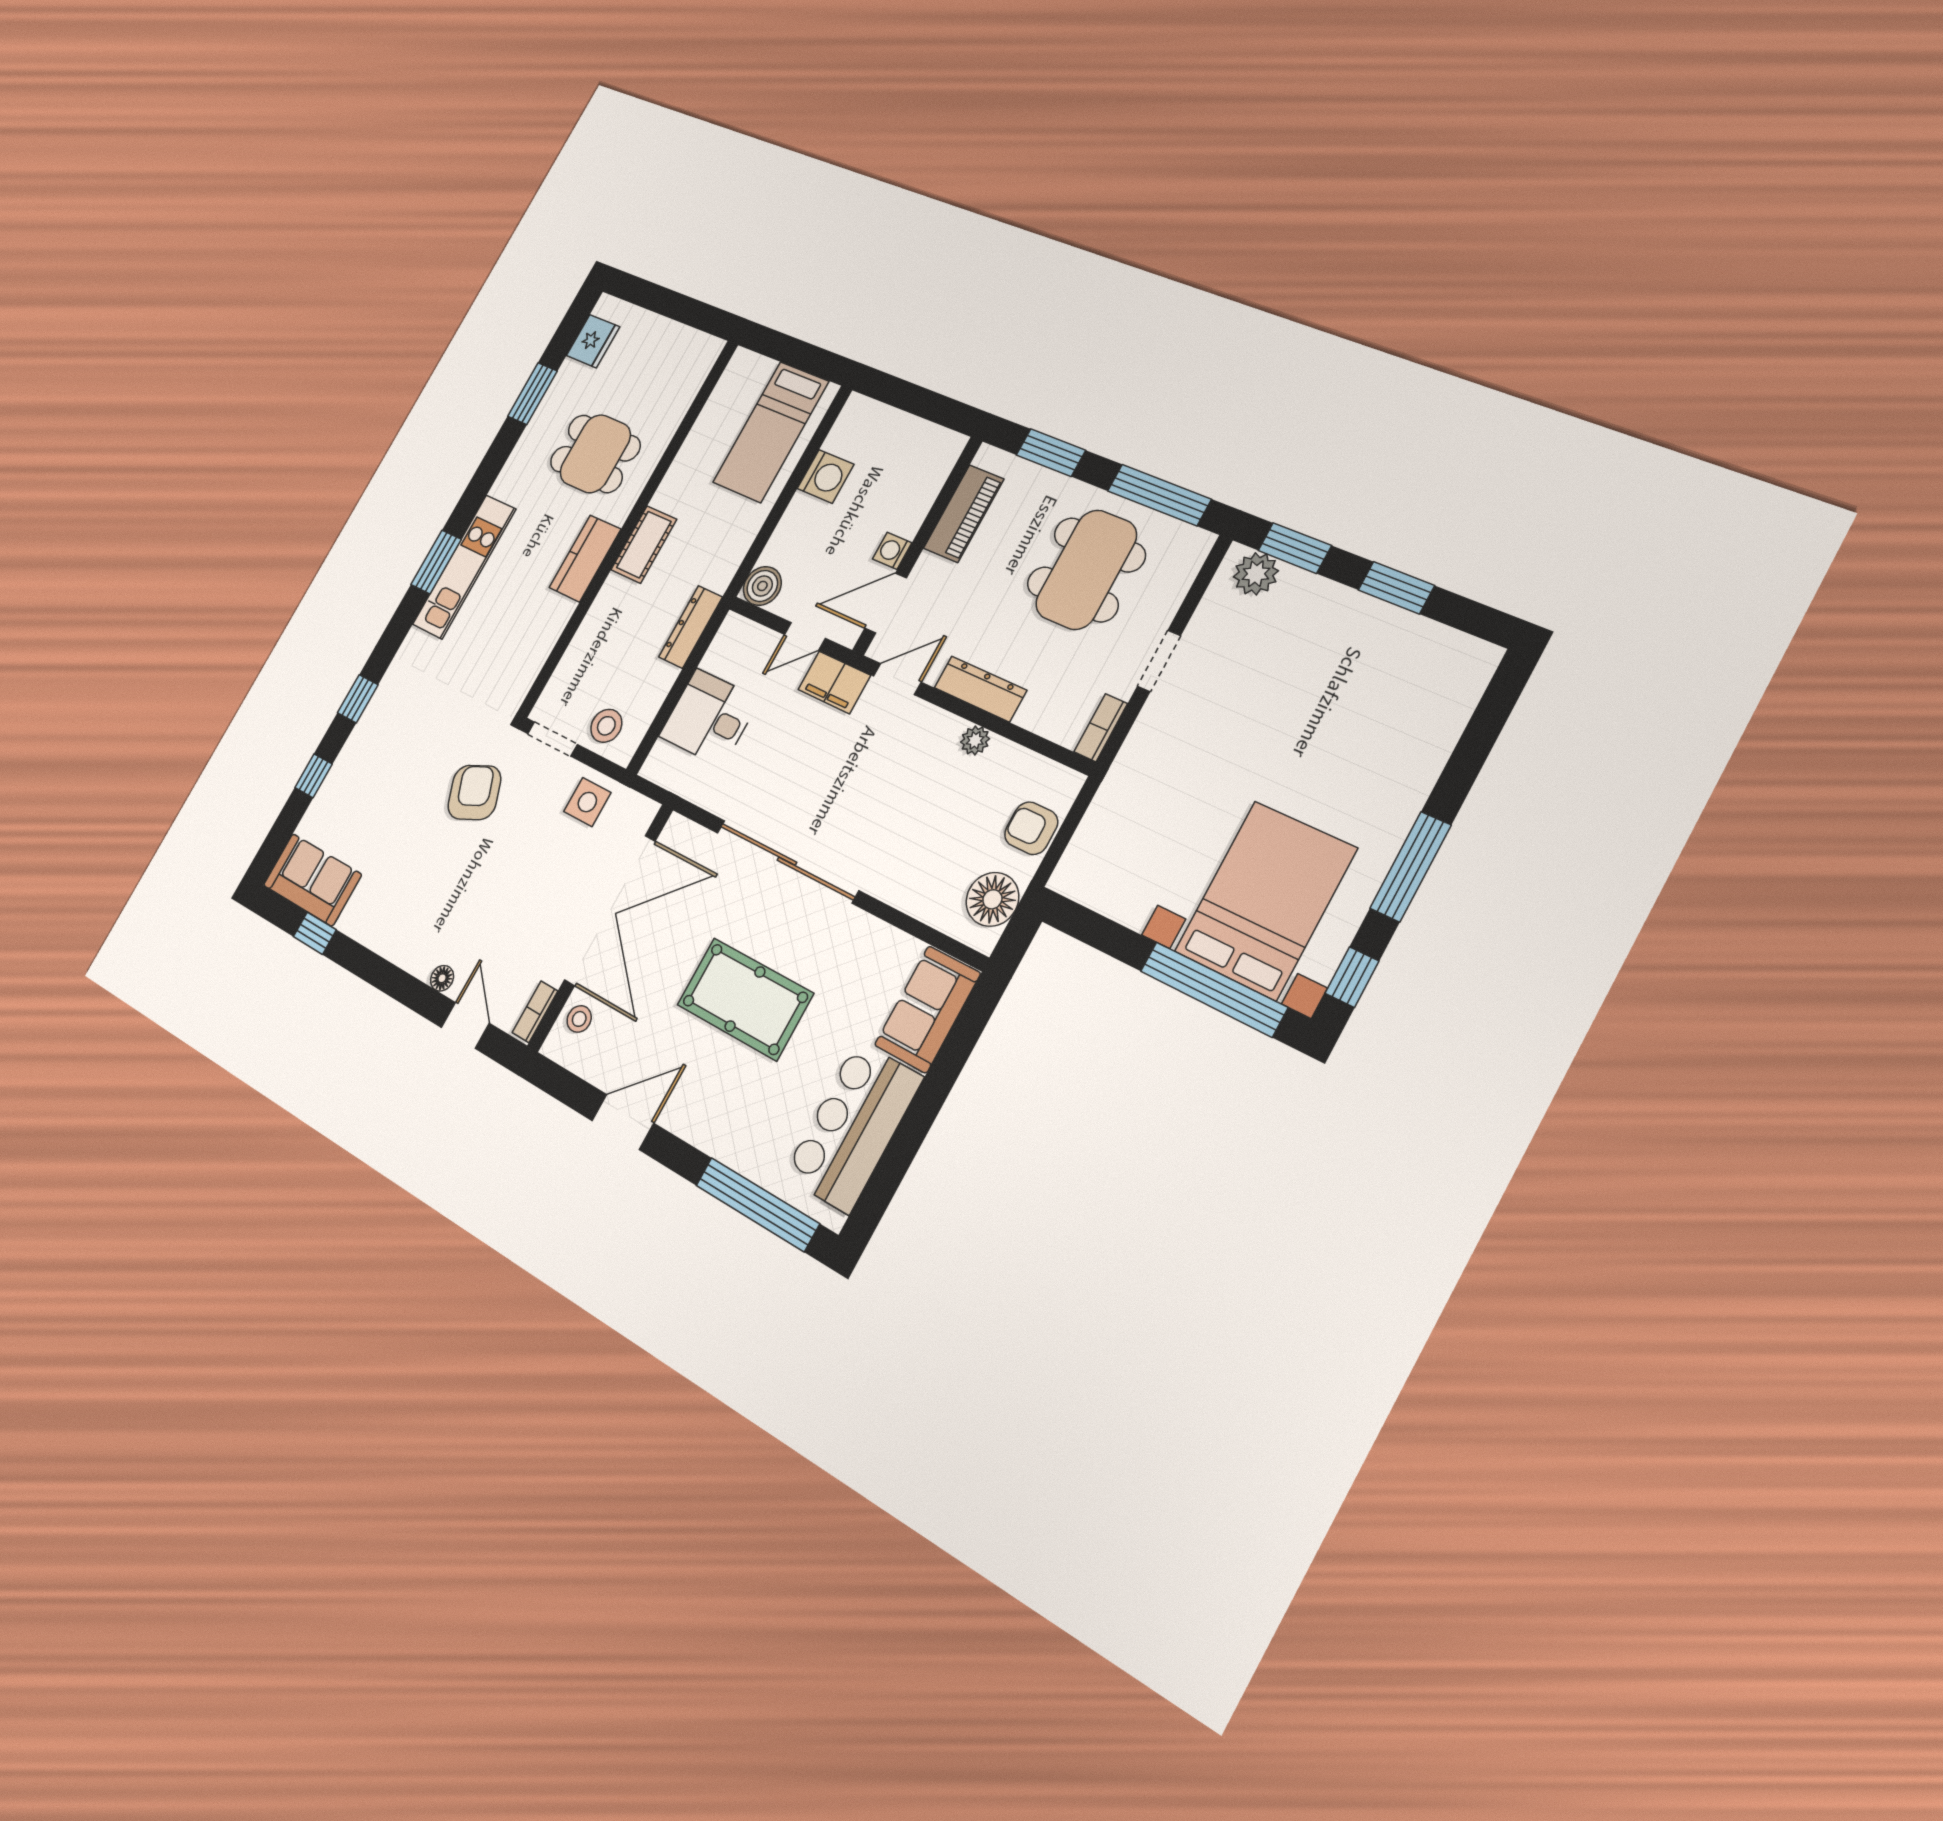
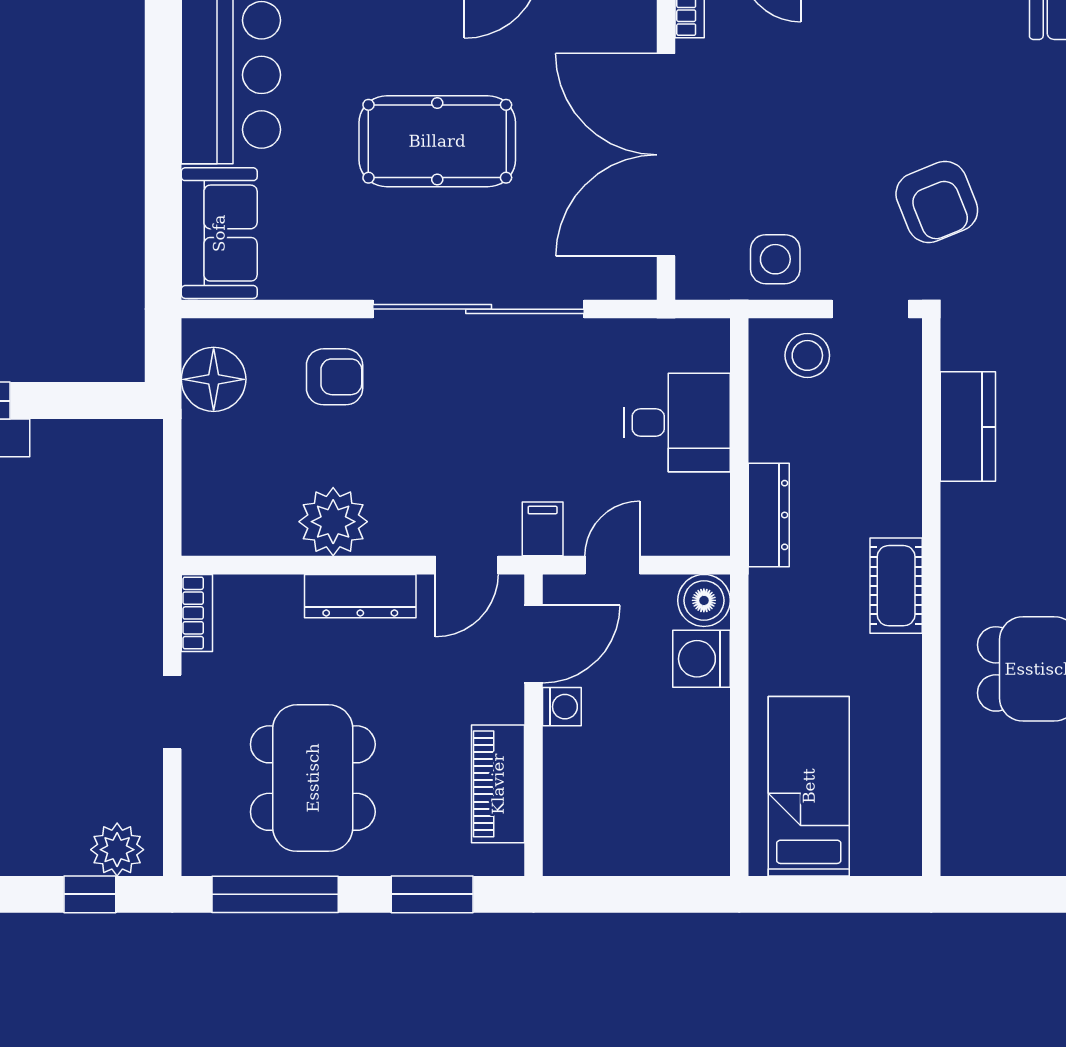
washing machine: (826, 476) -> (702, 659), moved
window: (1295, 548) -> (90, 894), width x0.67
kitchen counter: (585, 558) -> (968, 427), moved
filing cabinet: (834, 682) -> (543, 529), width x0.50
plant: (975, 740) -> (333, 522), width x1.88, depth x1.88
armchair: (1031, 828) -> (335, 377), moved
stool: (579, 1019) -> (628, 22), removed

